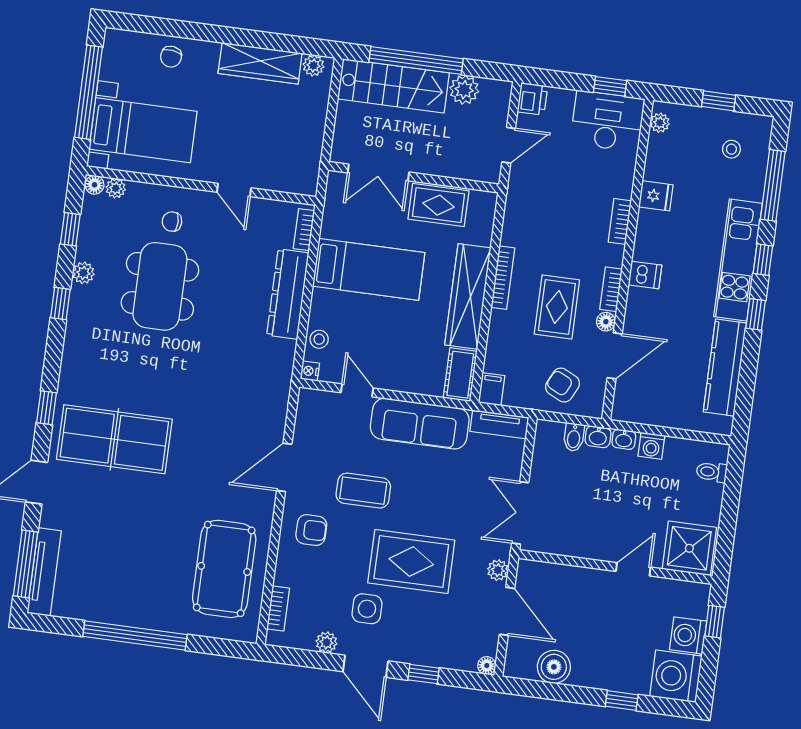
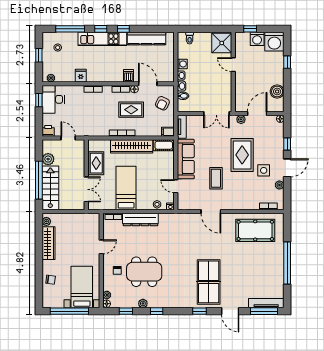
dishwasher: (645, 275) -> (128, 76), moved
door: (357, 390) -> (176, 186), hinge flipped
armchair: (311, 530) -> (235, 197), removed

